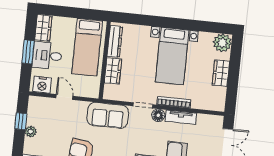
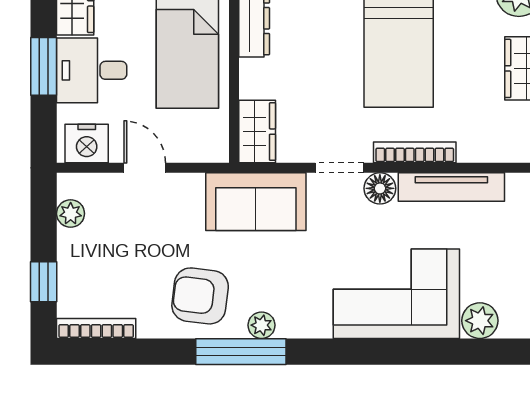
wardrobe: (113, 71) -> (257, 132), moved
tv unit: (181, 117) -> (451, 187), width x1.41
window: (21, 121) -> (44, 282), moved
plant: (31, 132) -> (71, 214), moved

